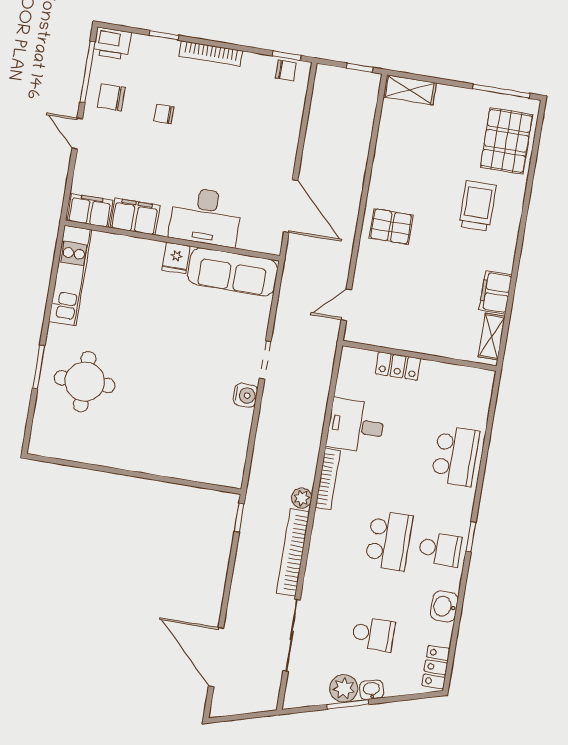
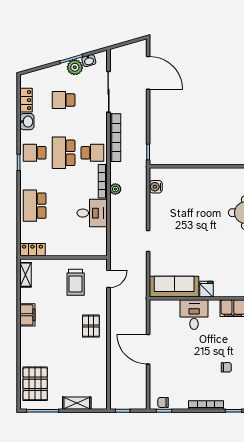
shelving: (410, 90) -> (77, 403), moved
door: (291, 206) -> (148, 349), moved
trolley: (477, 206) -> (76, 282), moved
desk: (206, 217) -> (194, 315), width x0.73
pallet: (391, 227) -> (91, 326), turned 90
filing cabinet: (495, 292) -> (27, 315), moved
locker: (398, 366) -> (32, 250), moved
water cooler: (245, 395) -> (156, 187), moved
plant: (302, 498) -> (115, 189), moved
school desk: (338, 532) -> (92, 153), added
locker: (436, 667) -> (26, 100), moved
washbasin: (372, 690) -> (89, 61), moved

